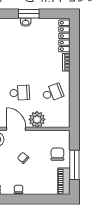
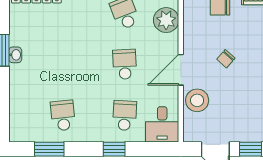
plant: (37, 119) -> (166, 20), moved

